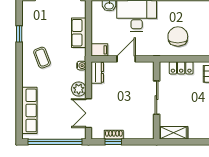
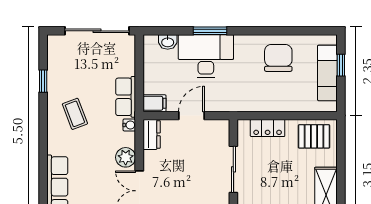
row of seats: (79, 33) -> (126, 97), moved
chair: (178, 36) -> (278, 58), moved

